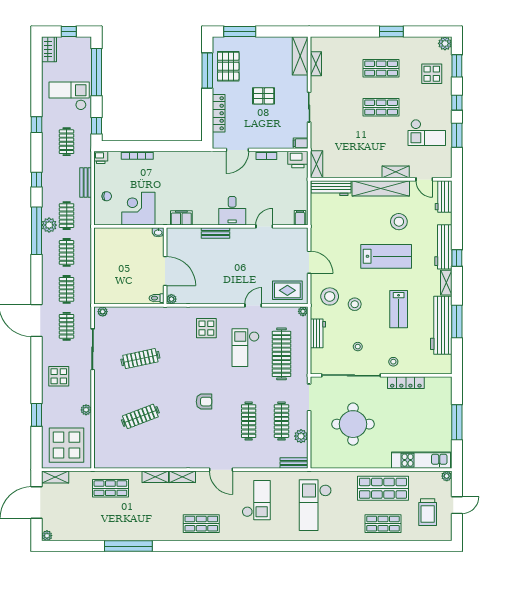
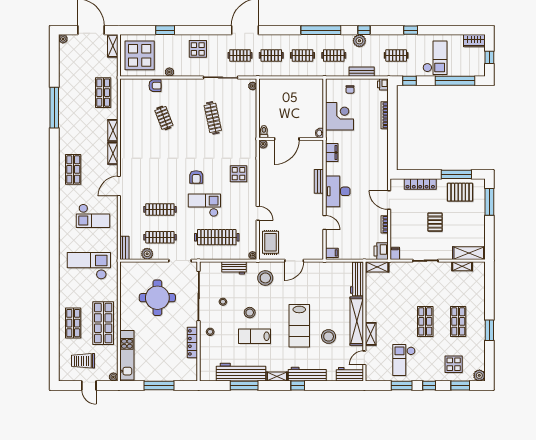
desk: (232, 211) -> (338, 191), width x1.37
plant: (49, 225) -> (359, 41), moved
stool: (355, 304) -> (250, 313), moved
checkout: (246, 348) -> (204, 205), moved
armchair: (204, 402) -> (196, 177), moved
clothes rail: (140, 416) -> (164, 118), width x0.73
armchair: (102, 427) -> (155, 86), added

